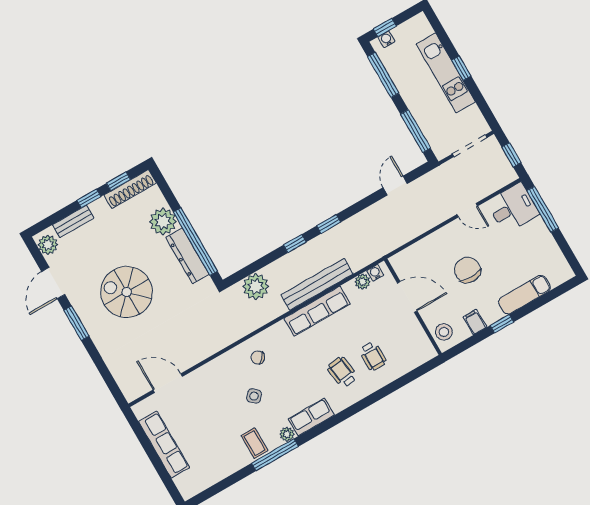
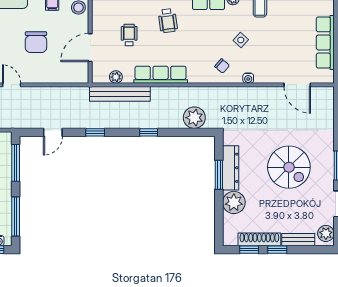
shoe rack: (130, 189) -> (259, 239), moved
window: (329, 224) -> (95, 132), moved
window: (195, 242) -> (219, 175), width x0.47
water cooler: (375, 273) -> (248, 78), moved
bench: (317, 284) -> (120, 94), moved
door: (407, 297) -> (90, 48), hinge flipped
wheelchair: (373, 356) -> (129, 35), moved

